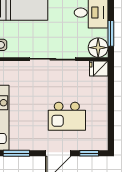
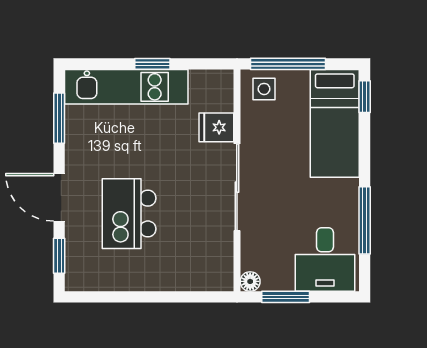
floor lamp: (98, 48) -> (250, 281), width x0.53, depth x0.53
fridge: (99, 69) -> (216, 127), moved, turned -90

